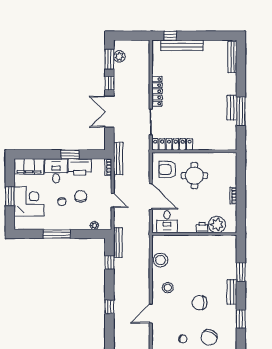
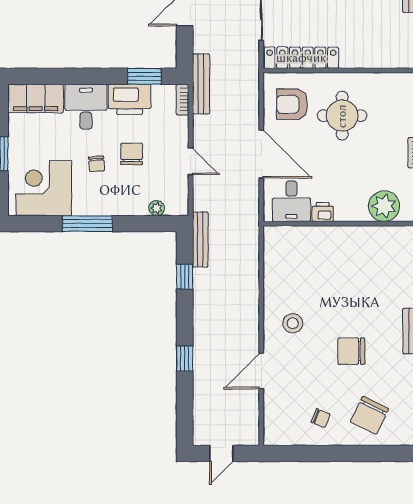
window: (70, 154) -> (144, 76), moved
corner desk: (29, 201) -> (44, 188), moved, turned -90
printer: (202, 228) -> (323, 212), moved
stool: (161, 260) -> (279, 272), removed

